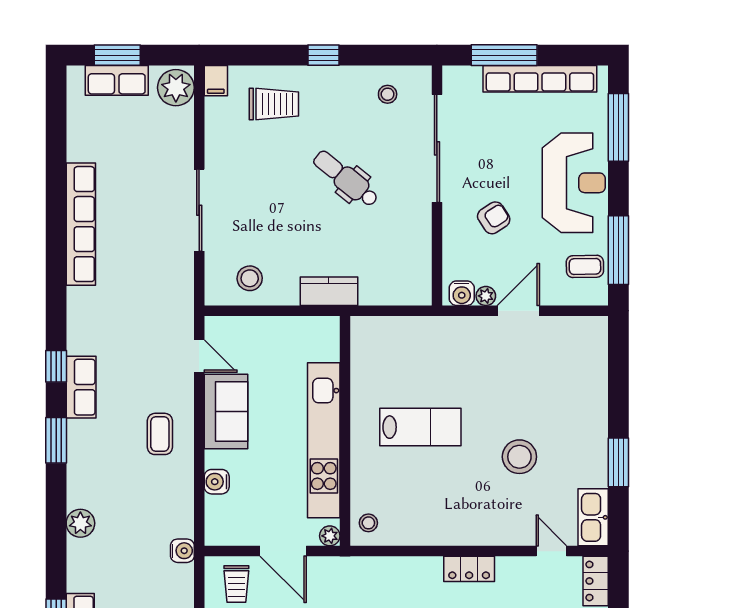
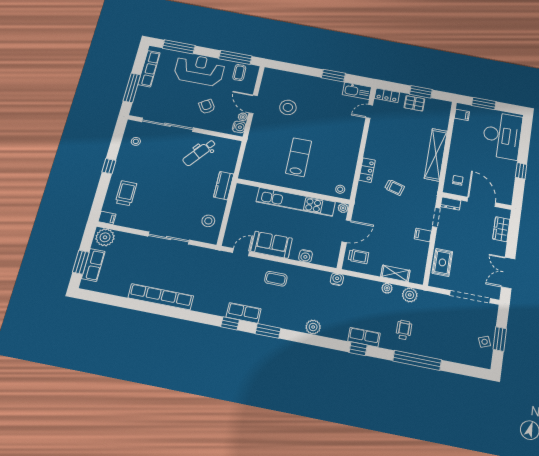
row of seats: (540, 79) -> (149, 69), width x0.73
dental chair: (346, 179) -> (199, 153), moved
stool: (519, 457) -> (288, 107), moved
locker: (469, 569) -> (367, 170), moved

